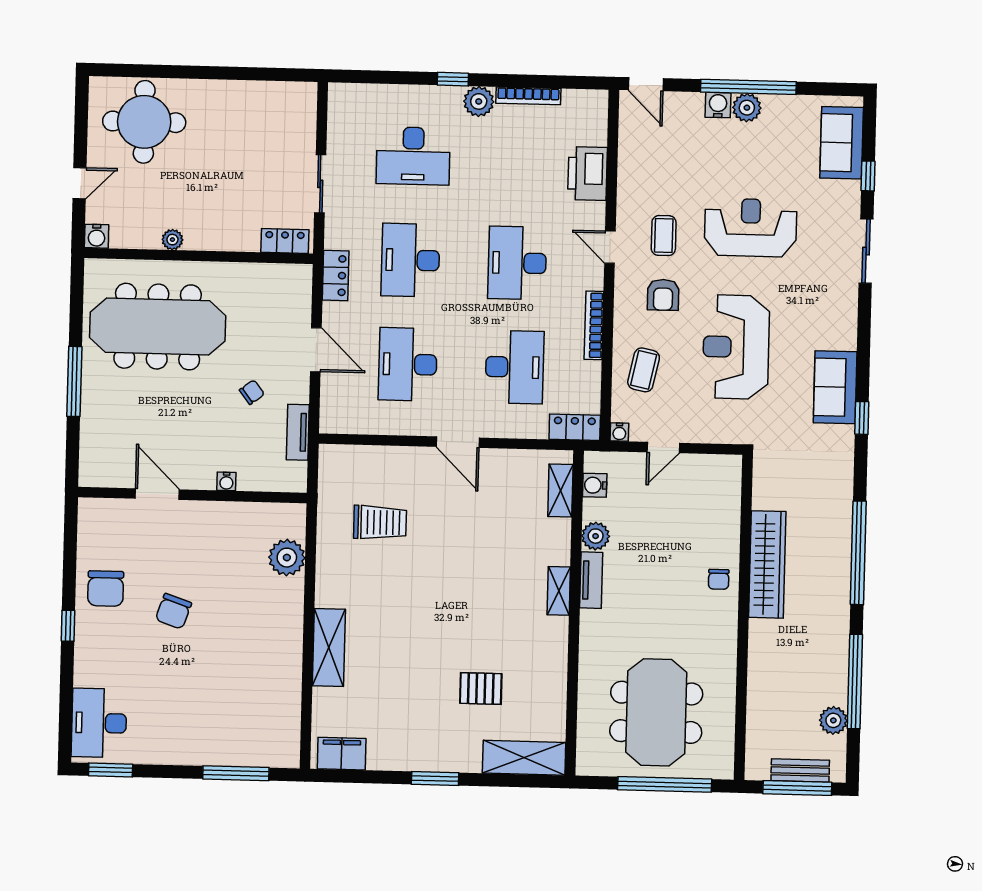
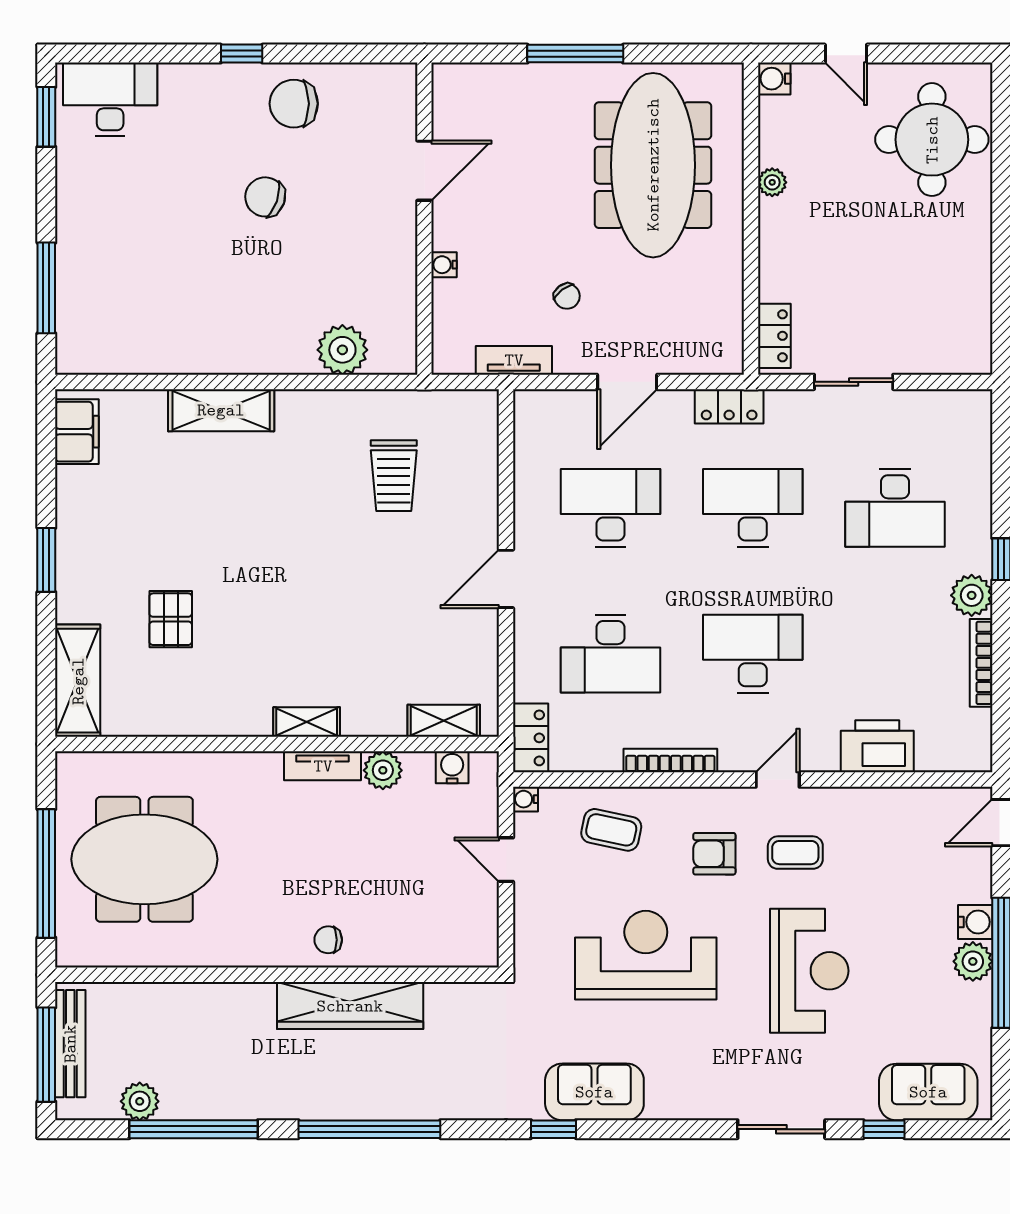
desk: (413, 156) -> (895, 508), turned -90
bench: (800, 770) -> (70, 1044), width x1.36

